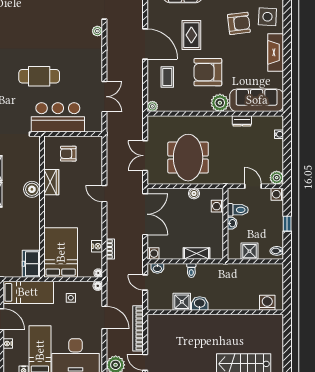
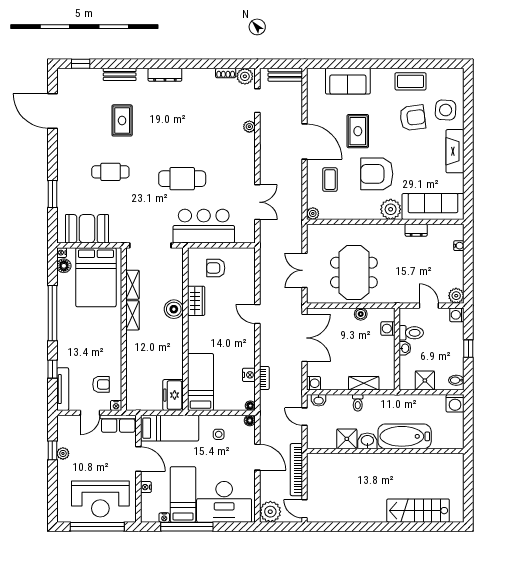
bed: (61, 252) -> (201, 382), width x0.67
bathtub: (232, 300) -> (405, 436), added
washing machine: (267, 303) -> (455, 403), moved, turned 180

